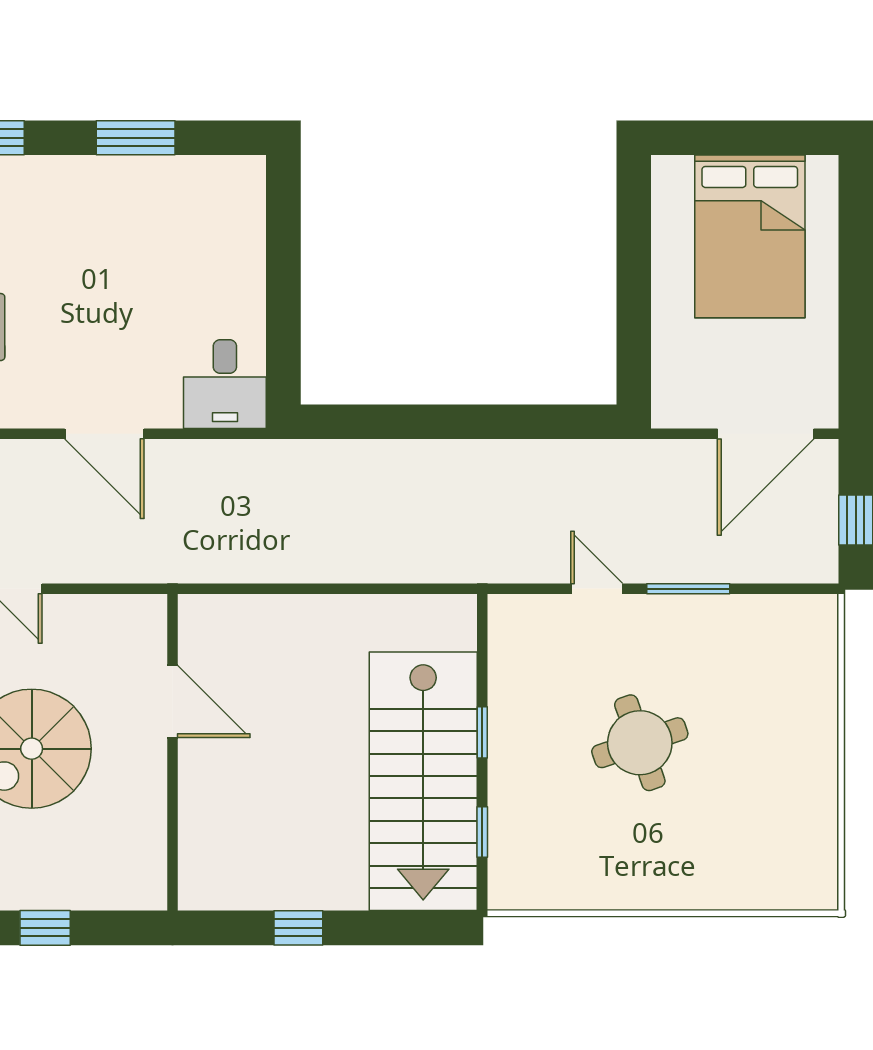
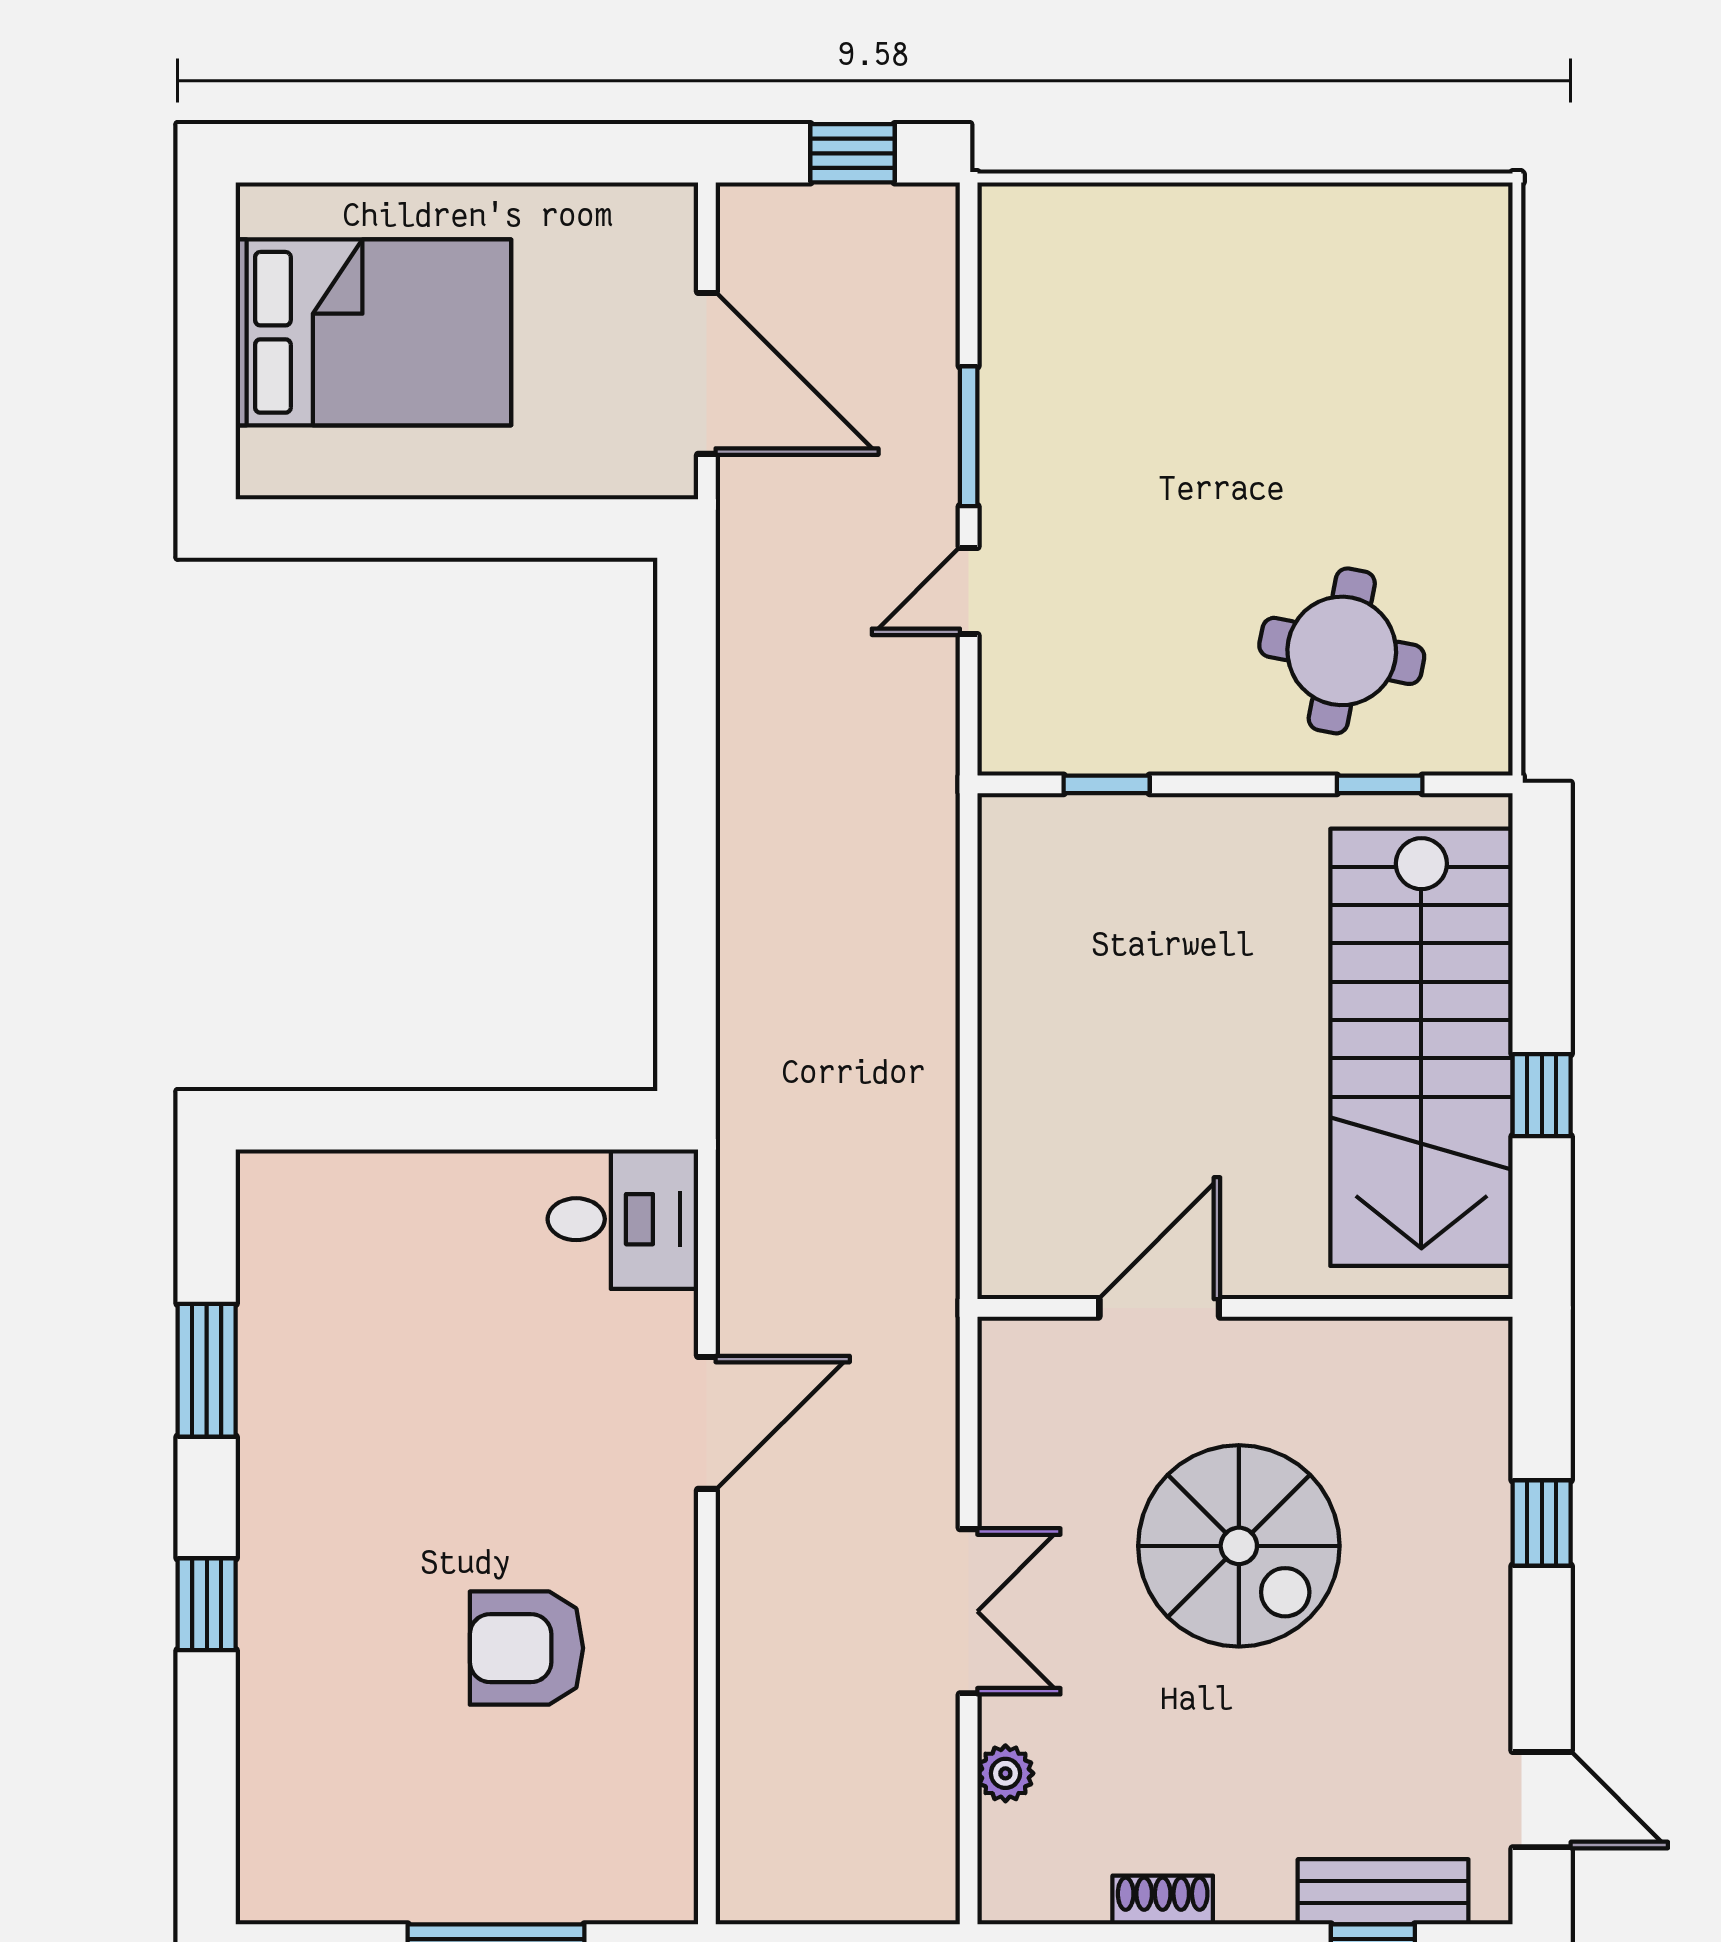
door: (766, 434) -> (707, 373), moved
window: (482, 732) -> (1107, 784), moved
round table: (640, 743) -> (1342, 651), moved, turned 30
stairs: (423, 781) -> (1421, 1047), moved, turned 90

